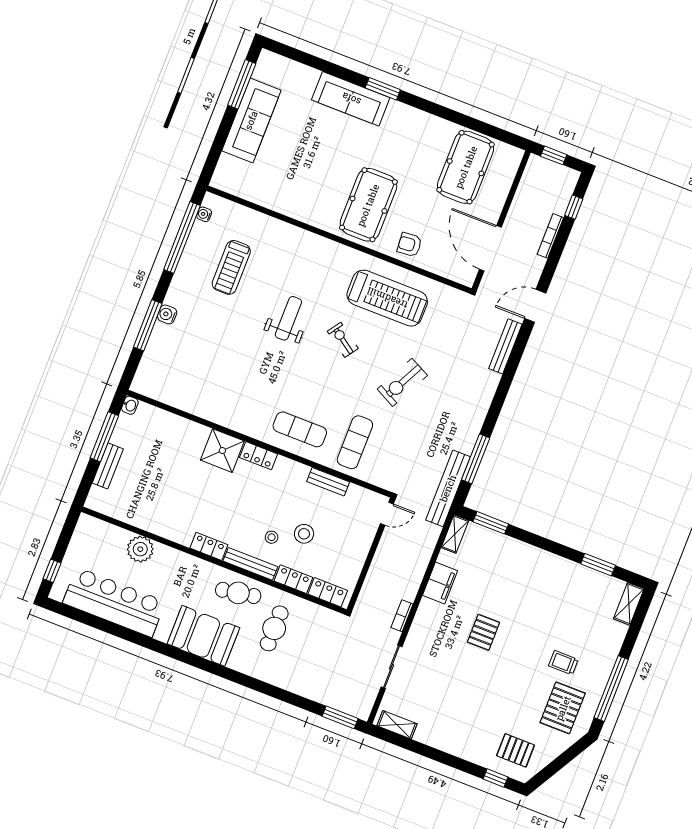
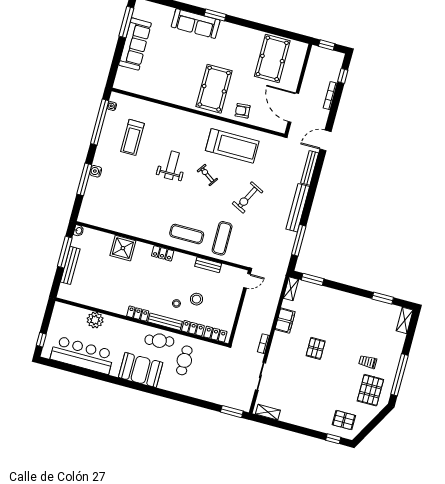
shower: (222, 451) -> (123, 248), moved
bench: (108, 466) -> (70, 265), width x1.36
bench: (448, 488) -> (298, 208), moved

